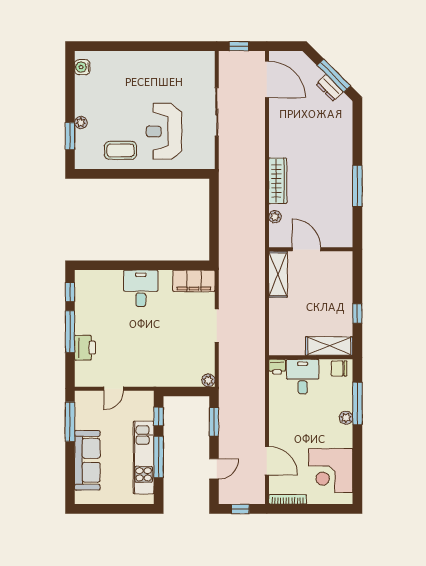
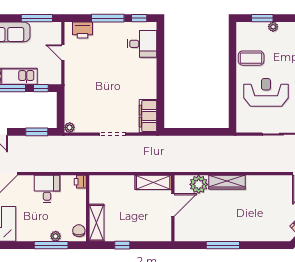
coffee table: (120, 150) -> (251, 58), turned 90
plant: (275, 217) -> (199, 184), width x1.87, depth x1.87
desk: (141, 288) -> (142, 44), moved
printer: (85, 348) -> (83, 30), moved
desk: (303, 377) -> (47, 189), moved, turned -90
plant: (346, 418) -> (56, 236), moved

